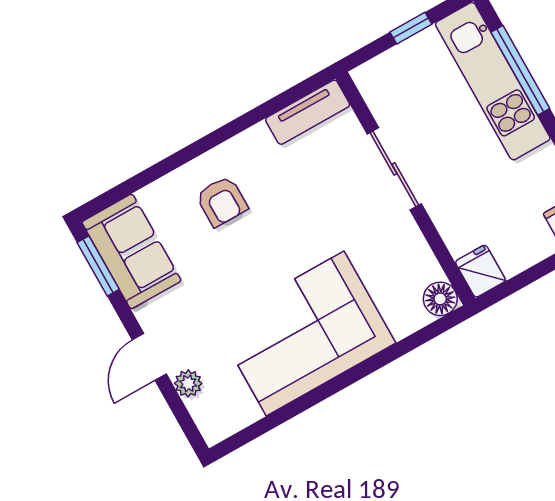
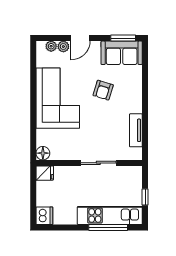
tv unit: (308, 112) -> (136, 130), moved
armchair: (222, 201) -> (103, 90), moved, turned -73
door: (149, 357) -> (80, 38), swing flipped
plant: (202, 410) -> (51, 46), added

